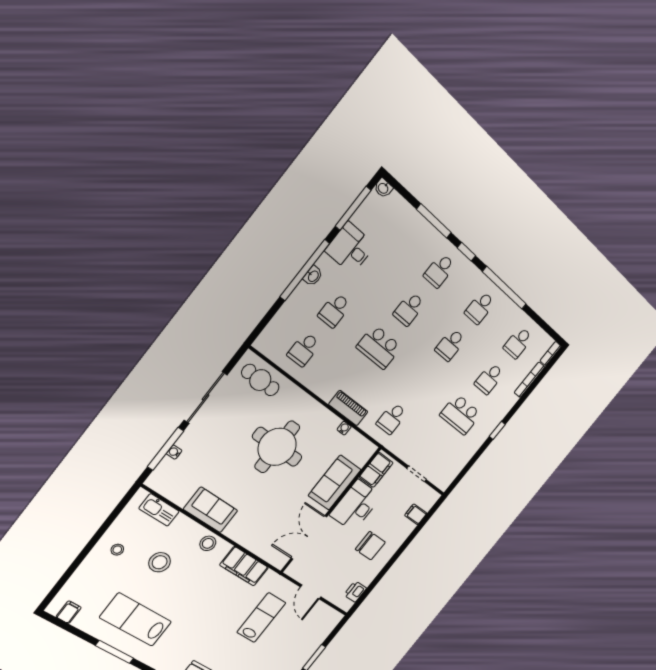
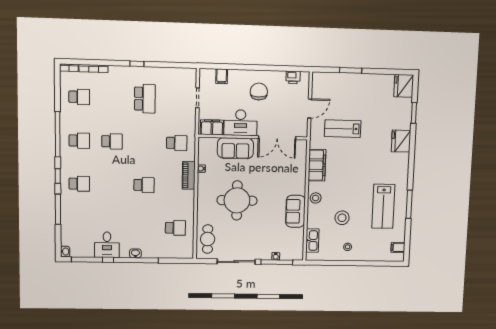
school desk: (409, 309) -> (112, 184), removed
school desk: (334, 310) -> (144, 227), removed
school desk: (379, 347) -> (144, 185), width x0.54
school desk: (489, 379) -> (112, 98), removed

